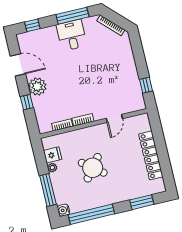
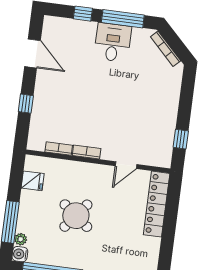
window: (32, 25) -> (83, 14), moved
plant: (37, 87) -> (46, 89), removed
locker: (151, 155) -> (157, 204), moved
plant: (52, 168) -> (21, 239), moved

